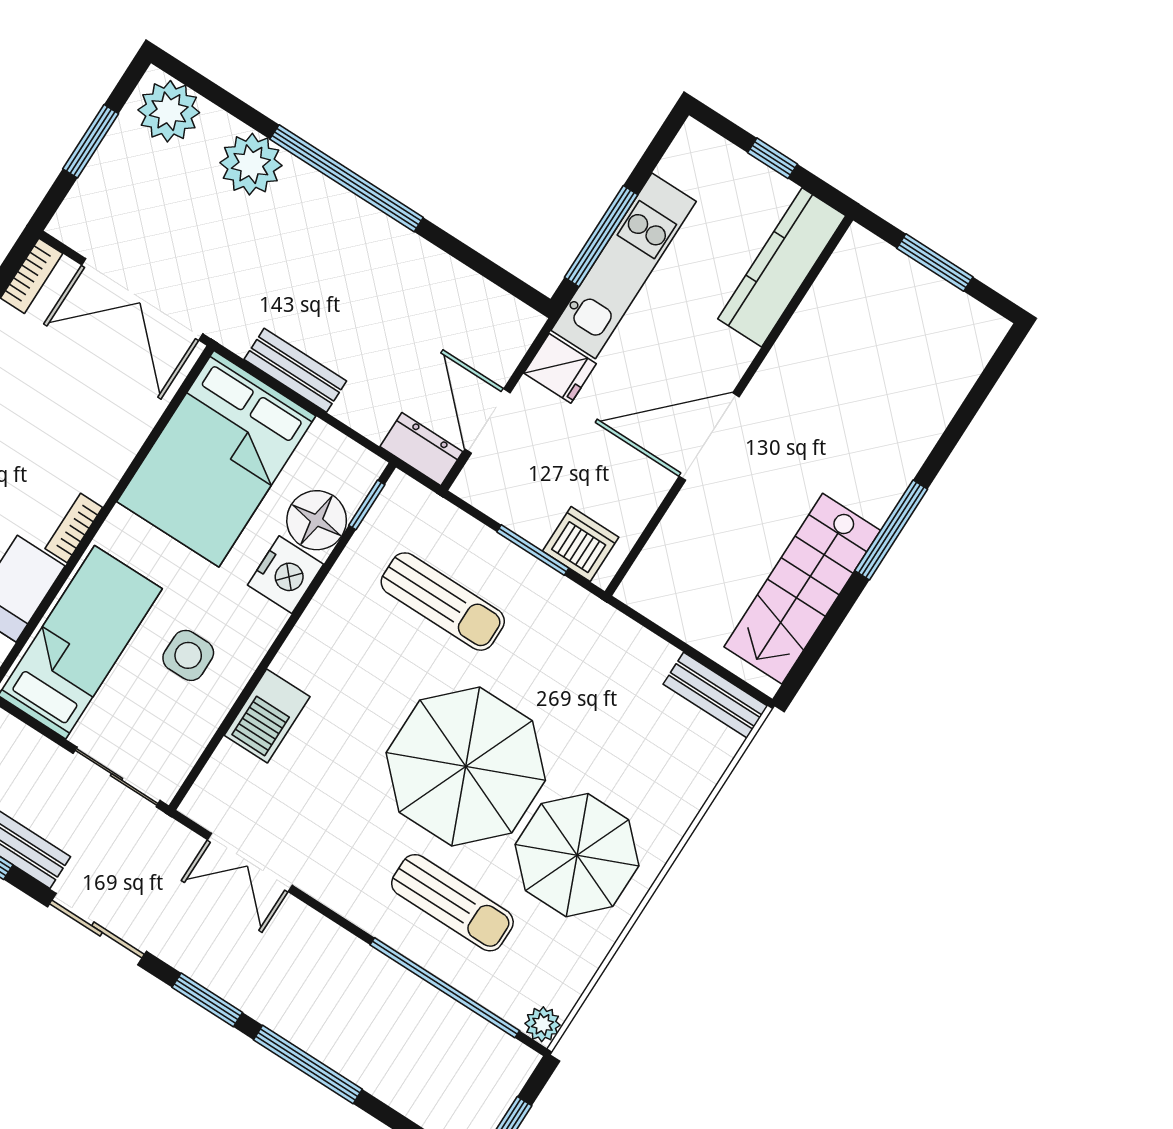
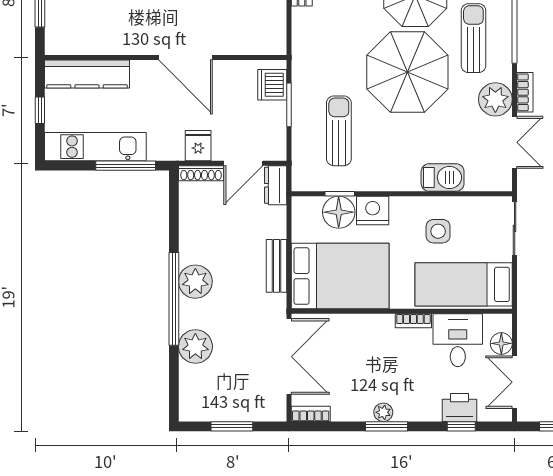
plant: (169, 111) -> (195, 282), moved
kitchen unit: (624, 266) -> (95, 147), moved
shoe rack: (514, 345) -> (201, 173), added
window: (367, 505) -> (340, 194), moved
plant: (336, 876) -> (495, 99), added
bookcase: (317, 928) -> (525, 92), added

